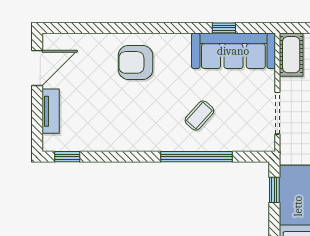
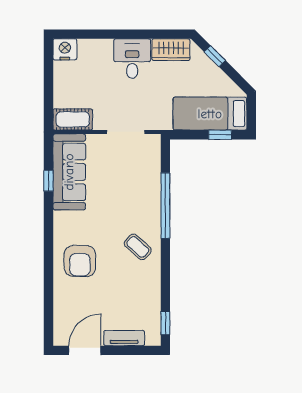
door: (37, 68) -> (85, 350), hinge flipped
coffee table: (199, 116) -> (138, 247), moved
window: (274, 190) -> (220, 135), moved

